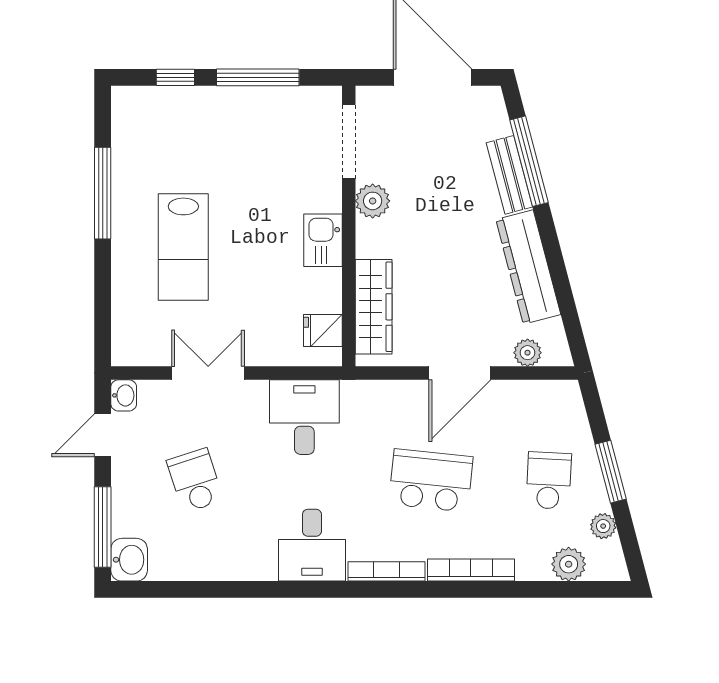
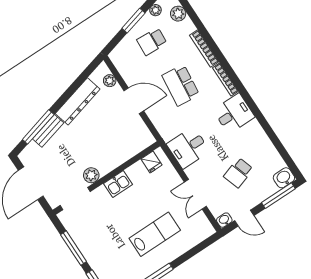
wardrobe: (374, 307) -> (130, 149), removed

